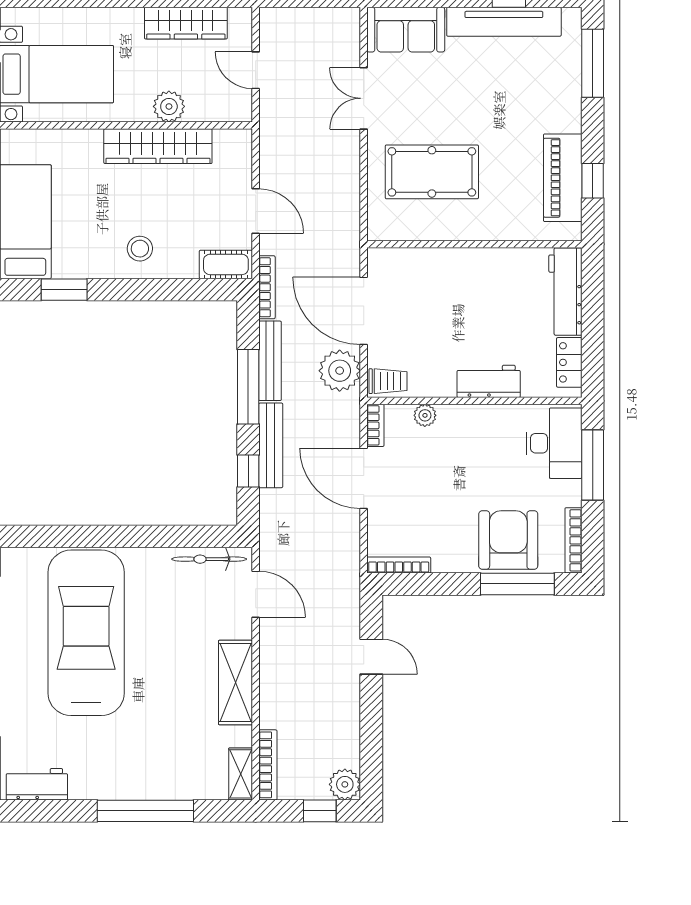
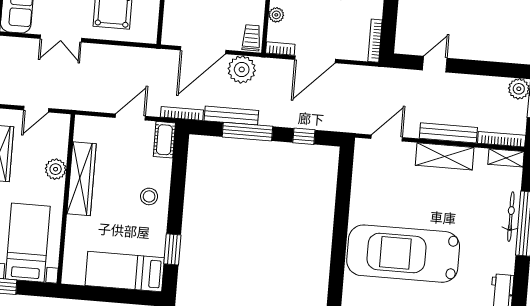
bench: (271, 445) -> (448, 133), moved
bicycle: (209, 559) -> (511, 217), moved, turned 180

